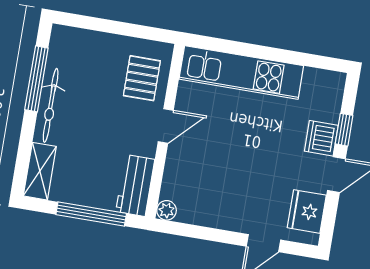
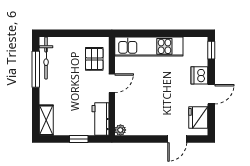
bicycle: (51, 105) -> (46, 58), moved
window: (344, 130) -> (211, 50), moved
window: (91, 214) -> (79, 139), width x0.46

